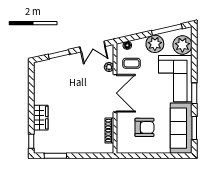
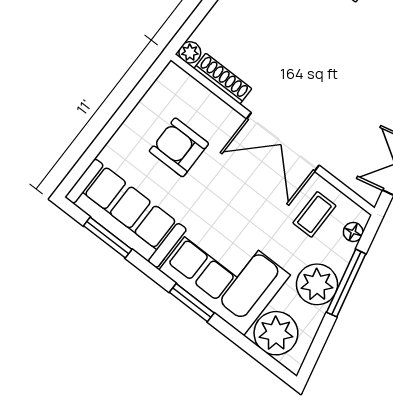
window: (167, 30) -> (346, 283), moved
plant: (109, 67) -> (190, 52), moved
window: (194, 93) -> (192, 303), moved
armchair: (144, 127) -> (179, 147), turned 90

